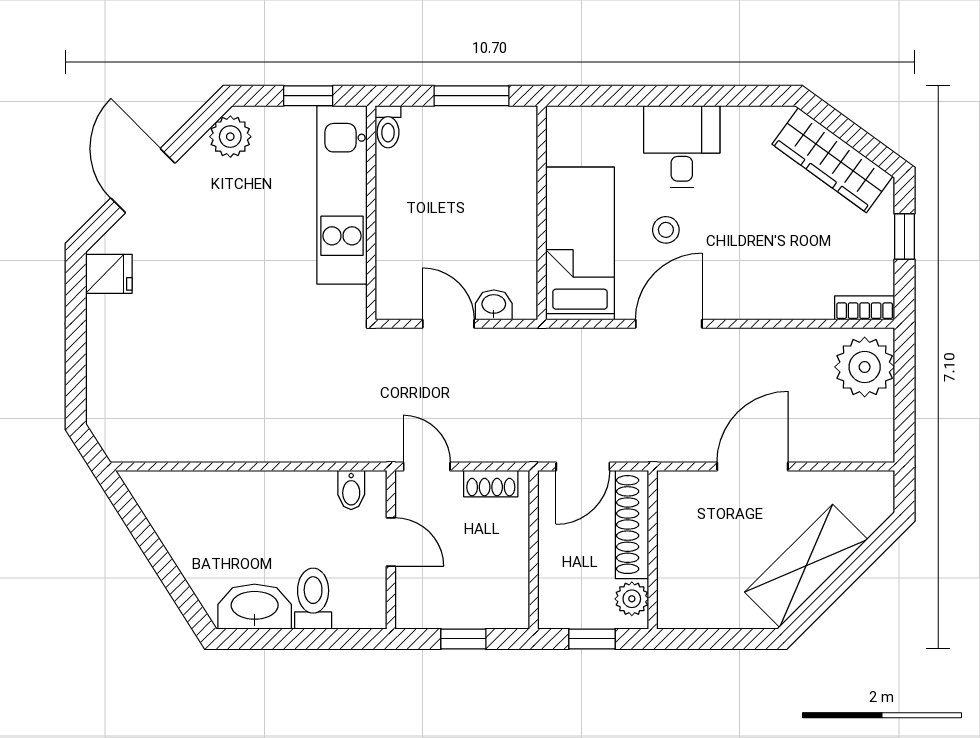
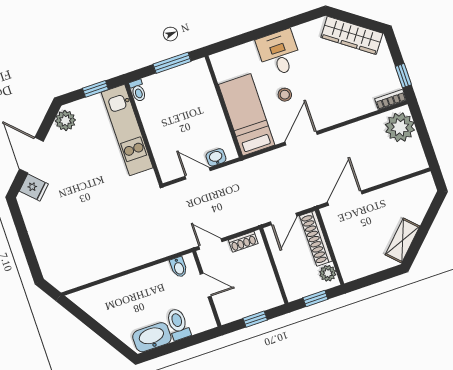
window: (904, 237) -> (403, 76), moved
fridge: (109, 274) -> (34, 187), moved, turned 45
door: (752, 466) -> (345, 198), moved
shelving: (806, 566) -> (403, 241), width x0.67, depth x0.75

